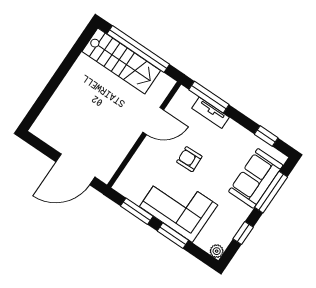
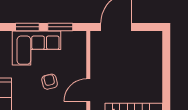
armchair: (189, 159) -> (50, 82), turned -101

